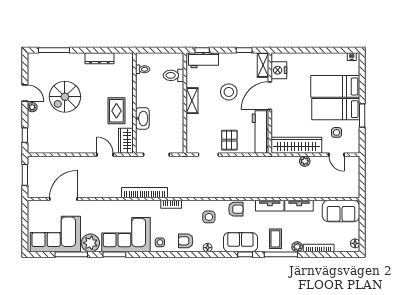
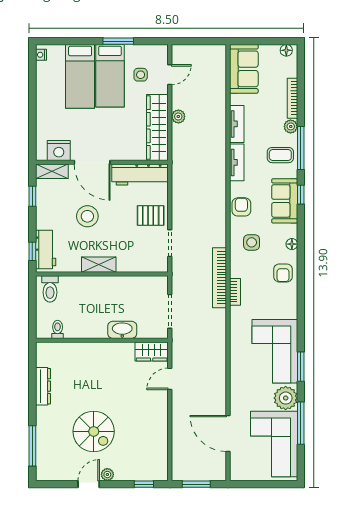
toilet: (173, 75) -> (50, 289), moved
rug: (116, 111) -> (112, 364), removed
bookcase: (145, 193) -> (220, 278), moved
side table: (160, 242) -> (285, 307), removed

